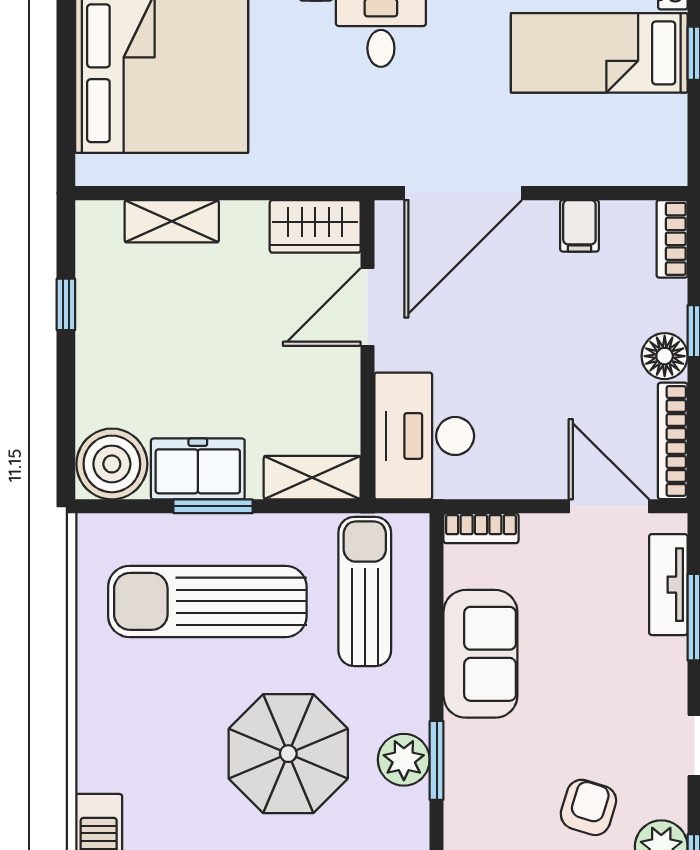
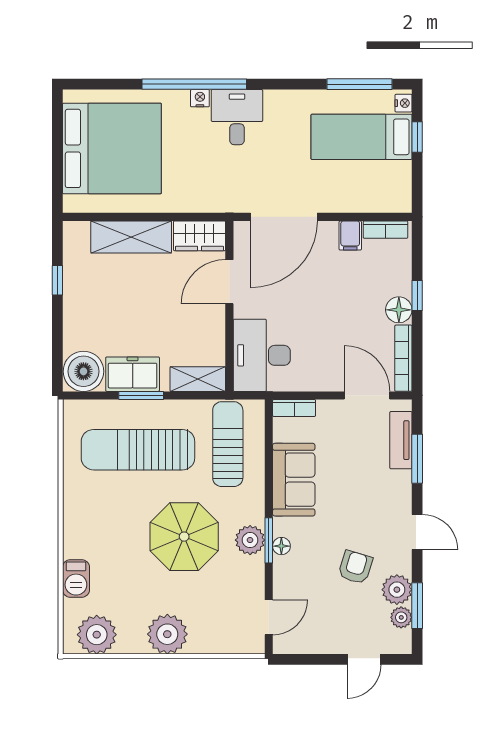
shelving: (172, 221) -> (131, 237), width x1.50, depth x1.33
bookcase: (672, 239) -> (385, 230), moved, turned -90
floor lamp: (459, 770) -> (281, 546), added

